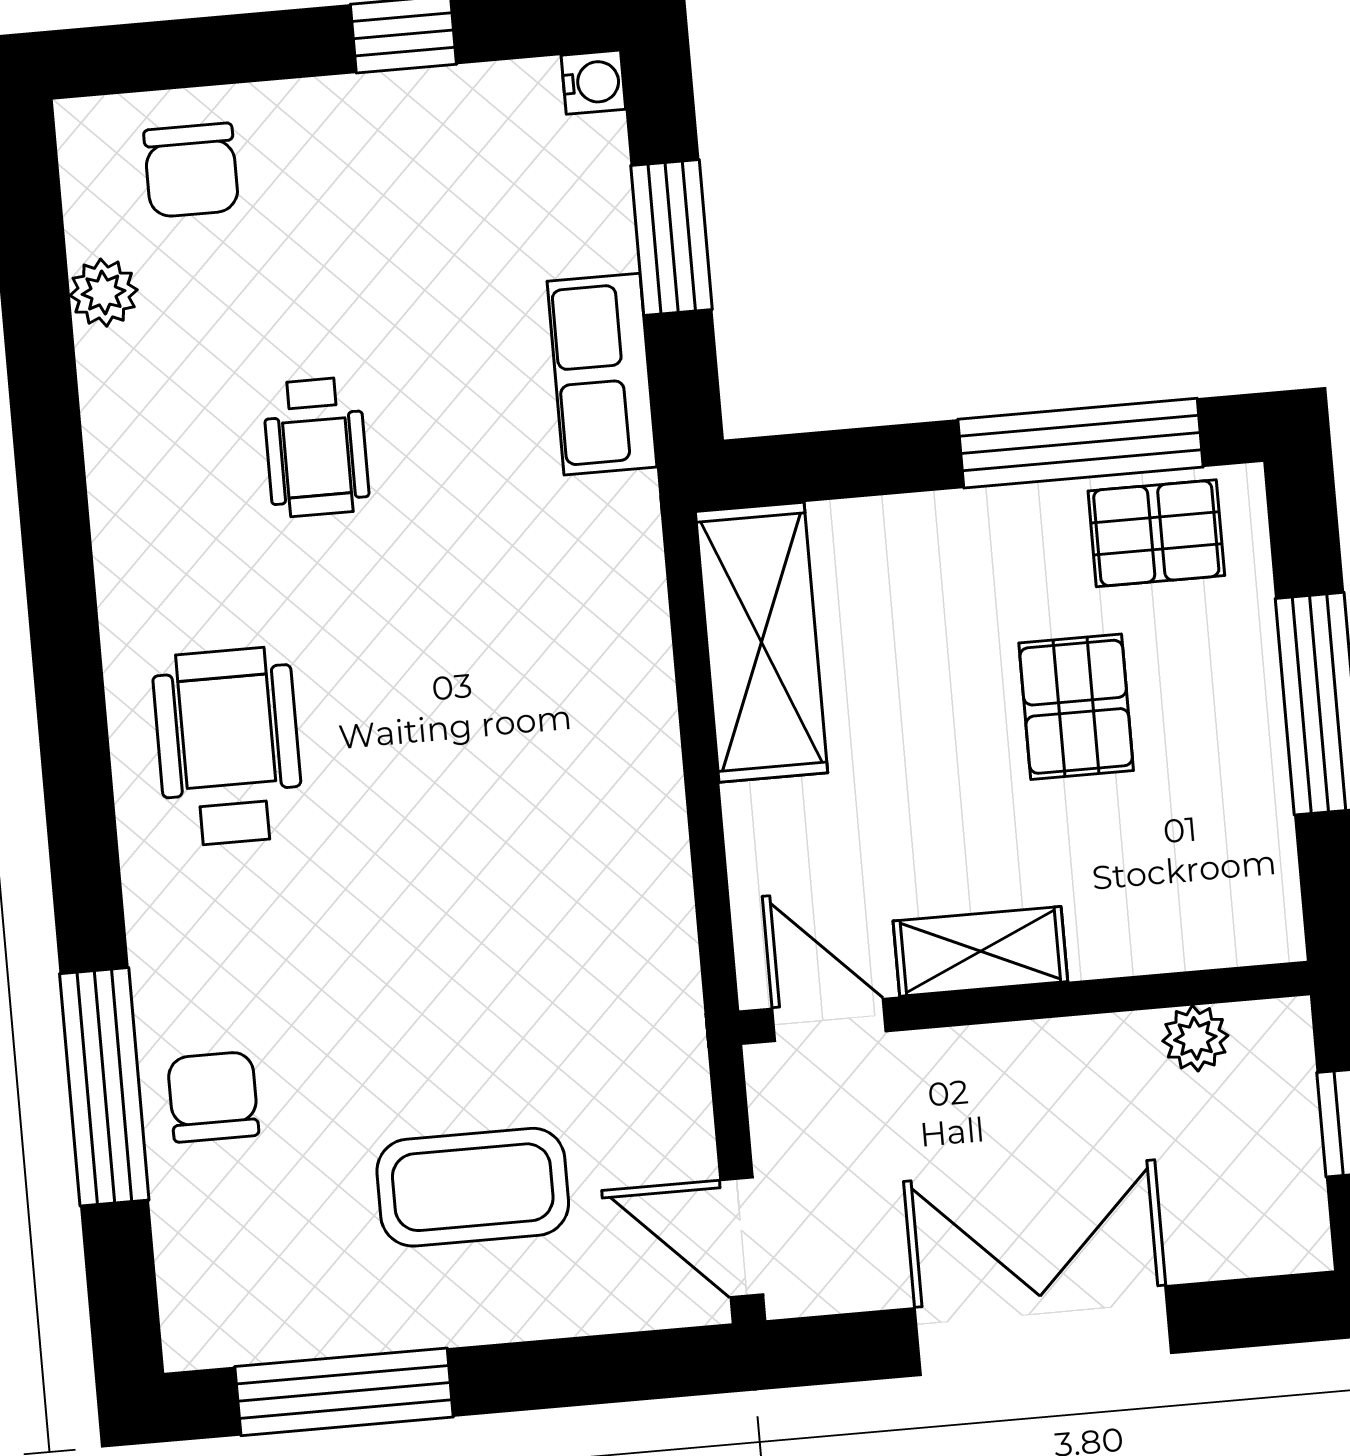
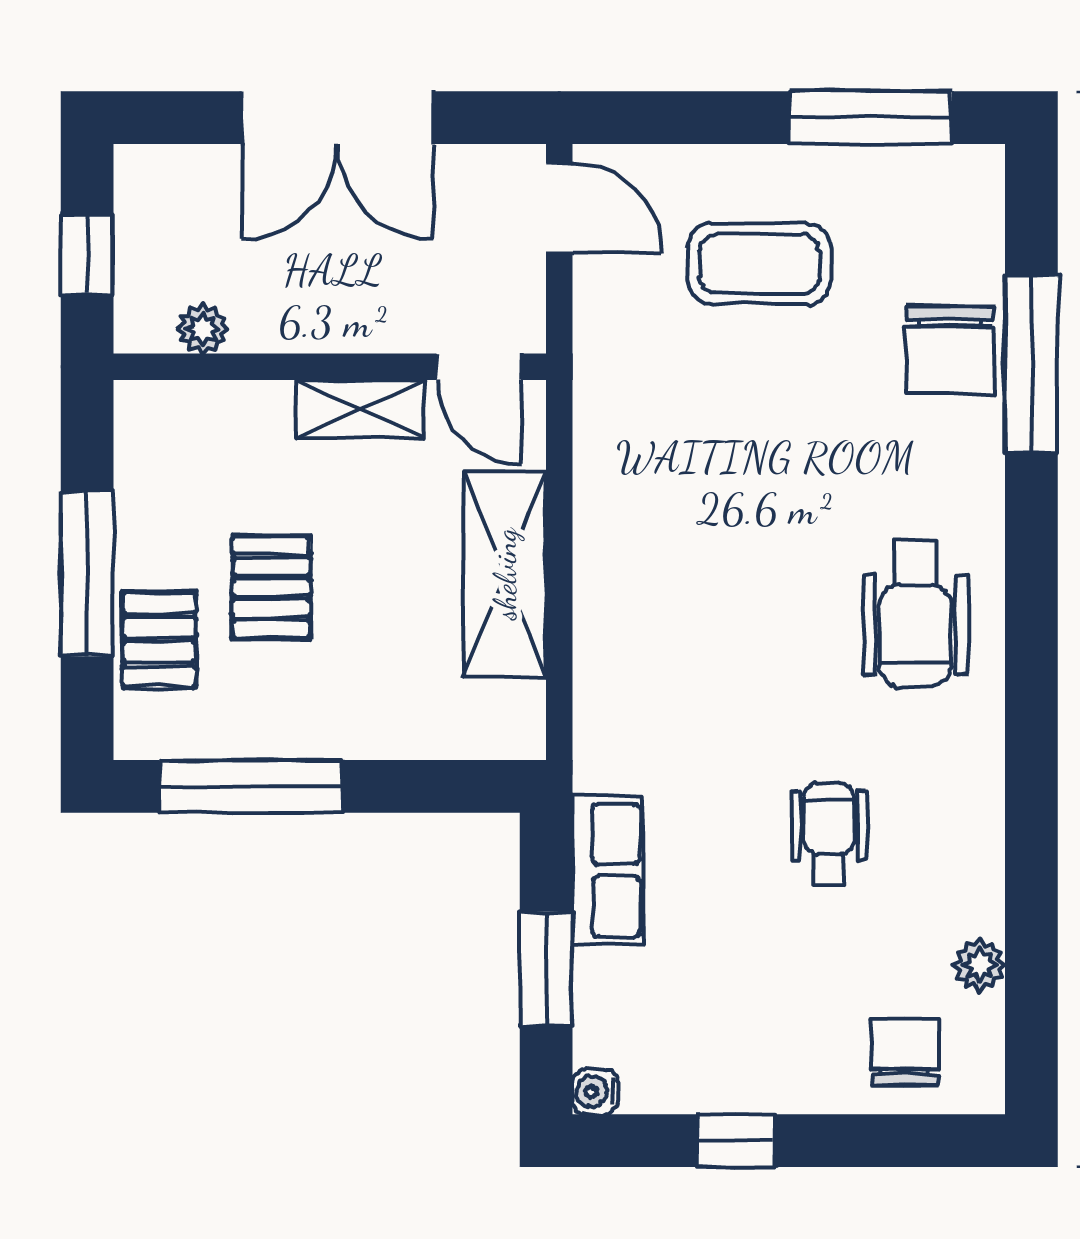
pallet: (1156, 533) -> (159, 640), moved, turned 90
shelving: (761, 642) -> (505, 574), moved
chair: (213, 1097) -> (950, 349), width x1.37, depth x1.37

